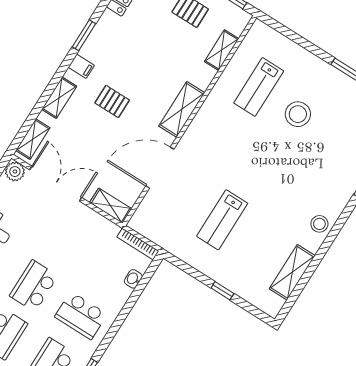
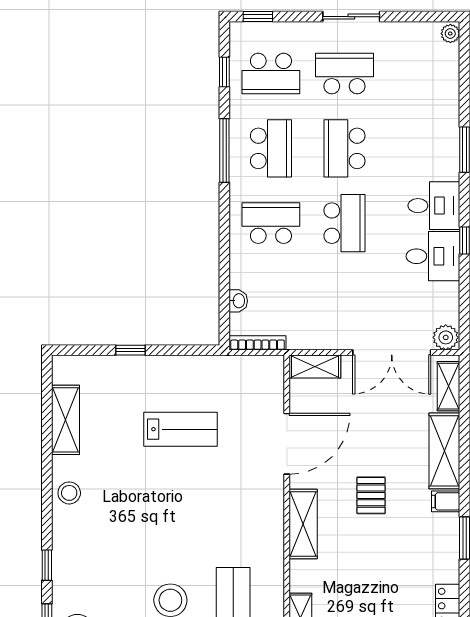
shelving: (59, 98) -> (444, 451), width x1.50, depth x1.33
pallet: (112, 101) -> (371, 495), moved, turned 90
lab bench: (222, 220) -> (181, 429), turned 90

